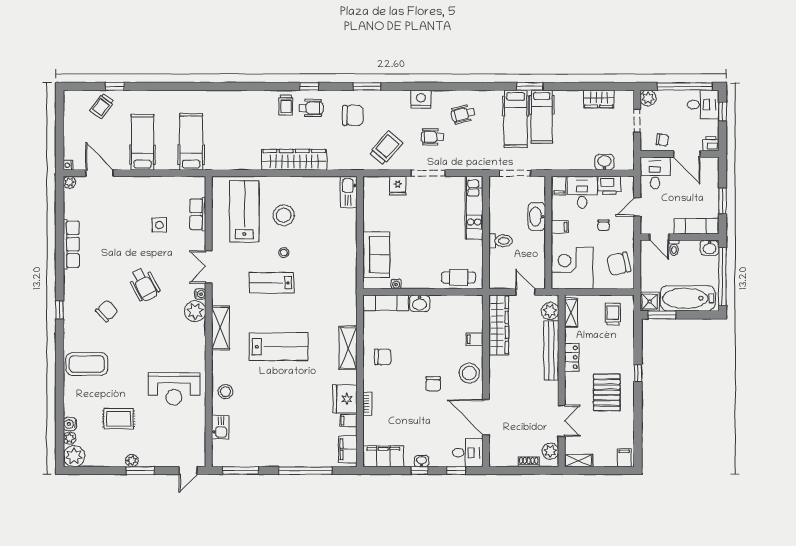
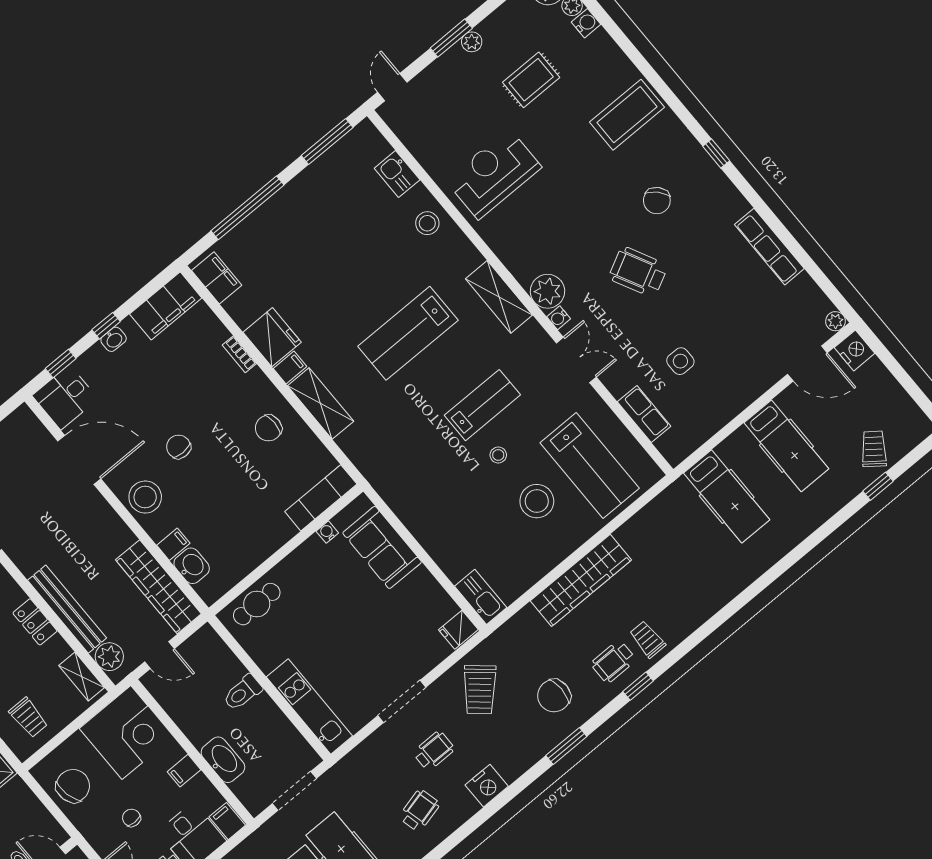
nightstand: (68, 165) -> (855, 350), width x1.89, depth x1.79
fridge: (398, 186) -> (458, 630), moved, turned -90
washbasin: (420, 303) -> (192, 566), moved, turned 90
filing cabinet: (348, 421) -> (290, 368), moved

